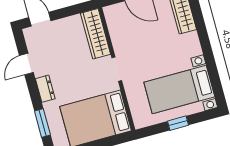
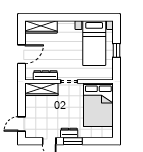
dresser: (116, 34) -> (45, 75), added
window: (42, 123) -> (73, 141), moved

